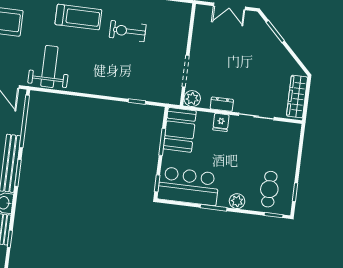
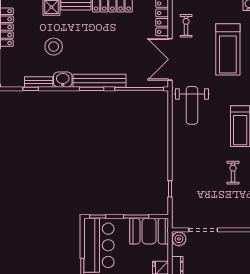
exercise bike: (128, 31) -> (233, 173), width x0.73, depth x0.72
weight bench: (49, 66) -> (192, 105), turned 90

